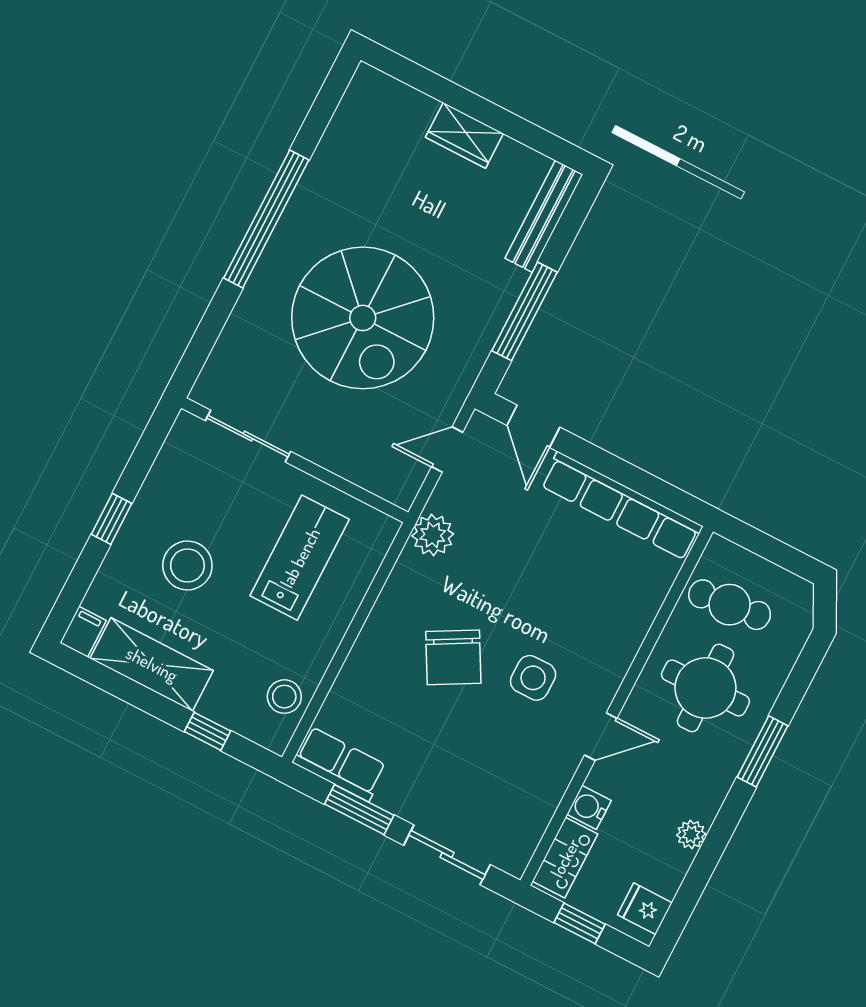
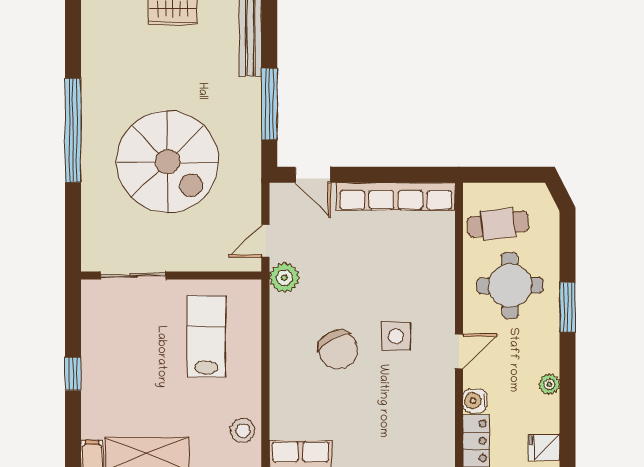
door: (447, 449) -> (265, 241), moved
stool: (187, 566) -> (137, 378), removed

